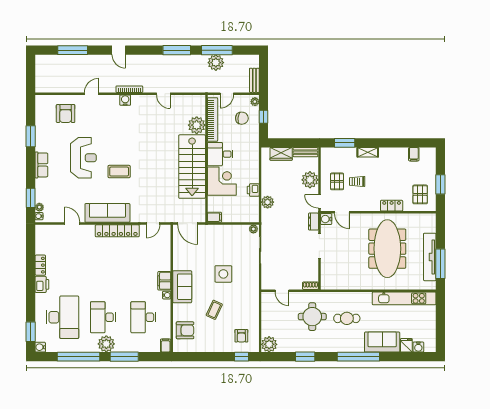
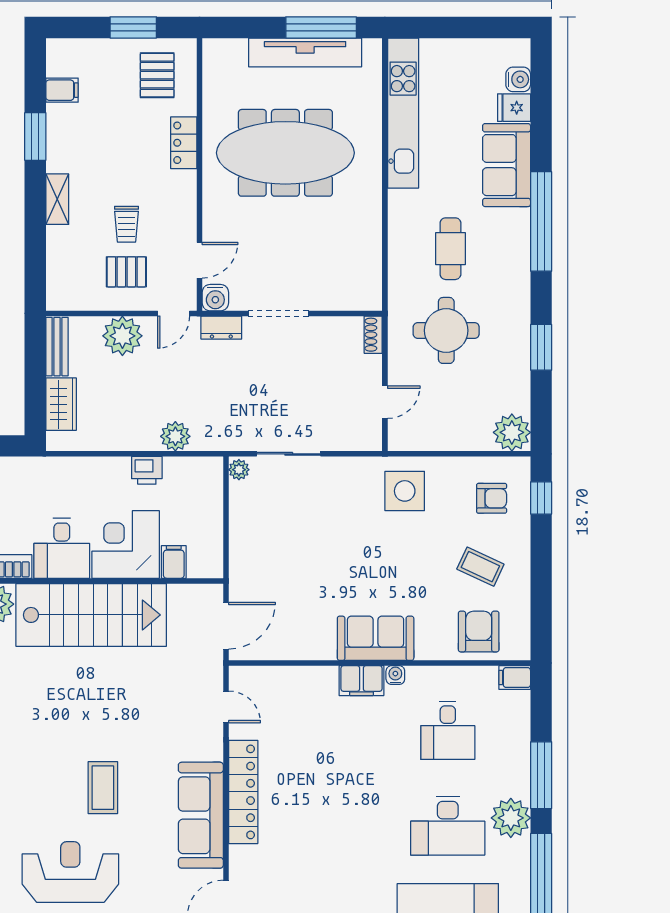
window: (345, 143) -> (35, 137), moved
pallet: (420, 194) -> (157, 75), turned 90
filing cabinet: (214, 217) -> (174, 562), moved
side table: (223, 274) -> (405, 491), moved
coffee table: (214, 310) -> (480, 567), moved
desk: (143, 317) -> (448, 730), width x0.73

